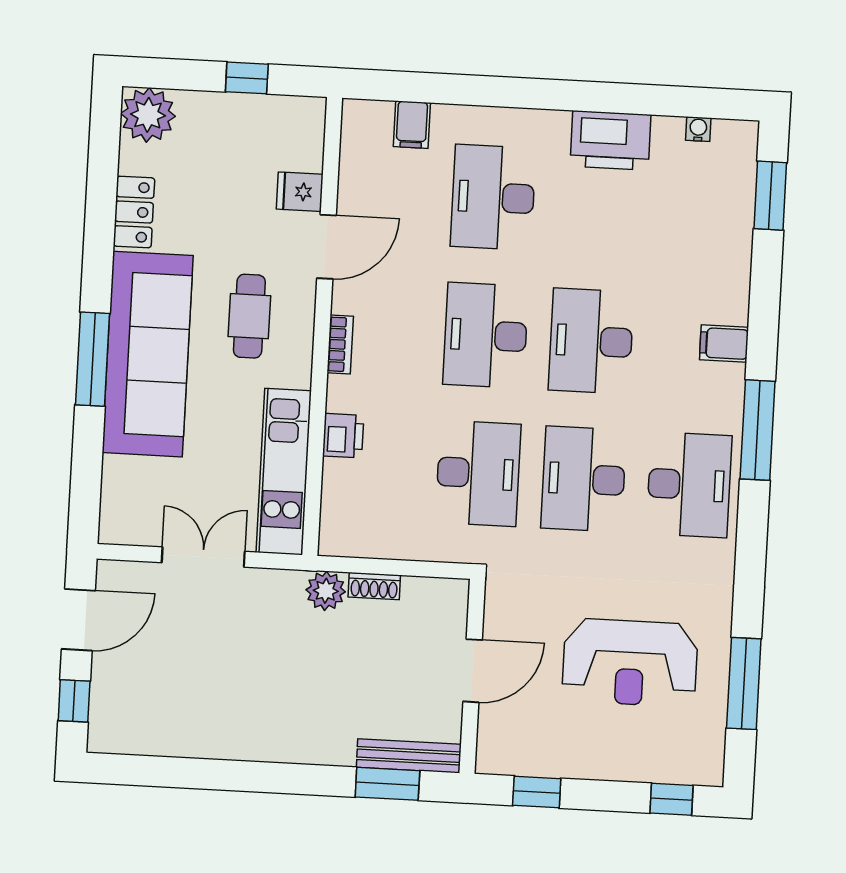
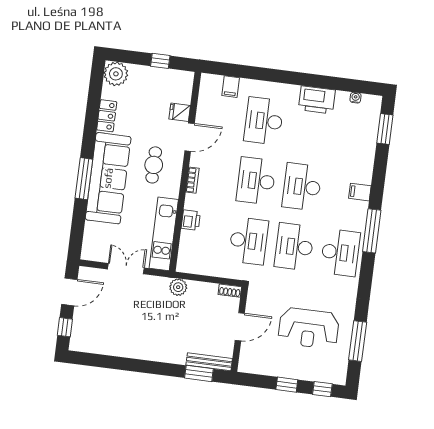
shoe rack: (374, 586) -> (230, 291), moved
window: (537, 792) -> (287, 385), moved

